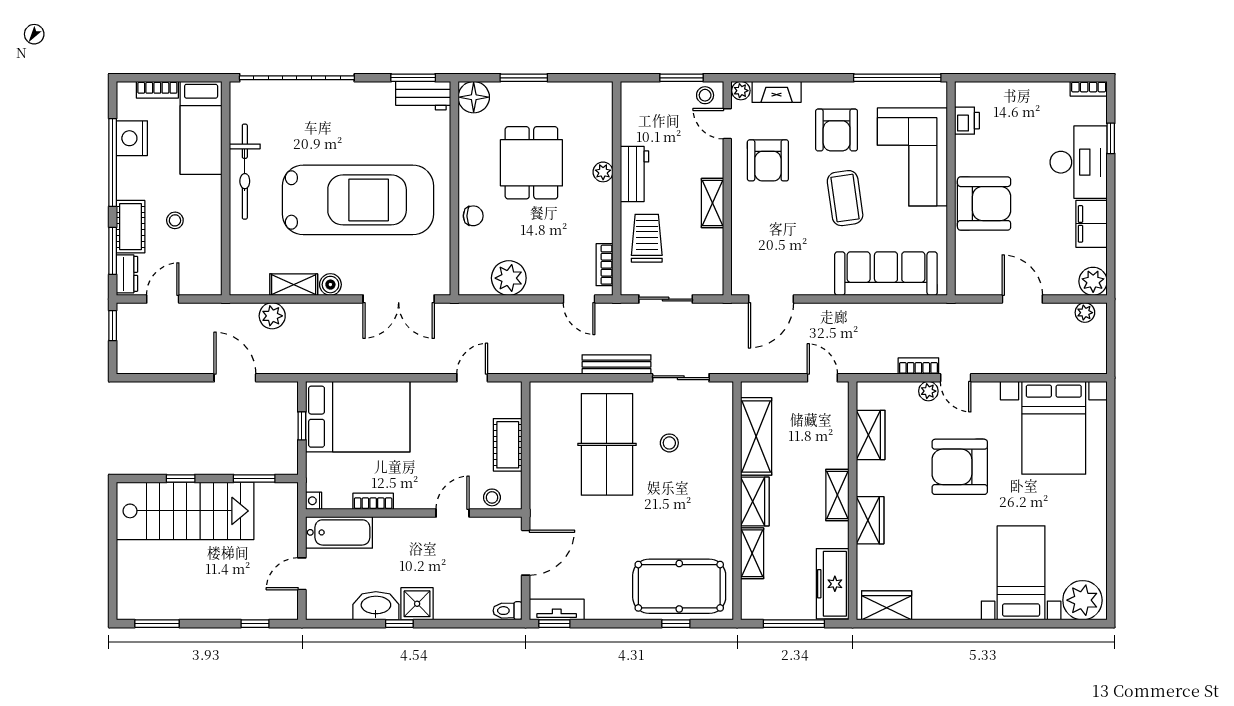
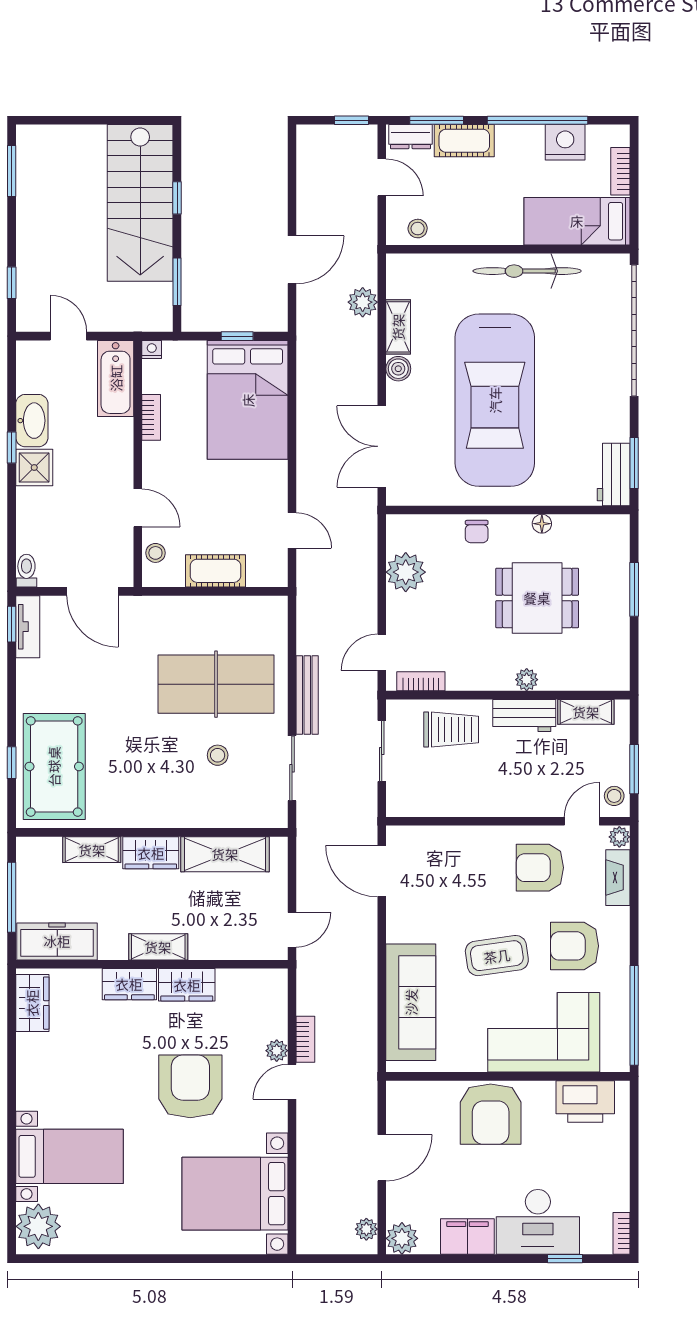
floor lamp: (474, 97) -> (542, 524), moved, width x0.53, depth x0.53
printer: (967, 121) -> (585, 1101), width x1.87, depth x1.48
shelving: (712, 203) -> (586, 712), moved
stool: (175, 220) -> (418, 229), moved
wardrobe: (871, 435) -> (187, 985), moved

